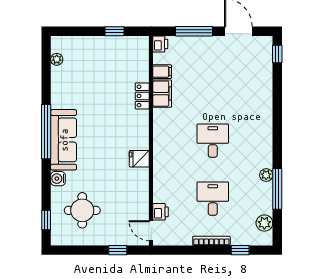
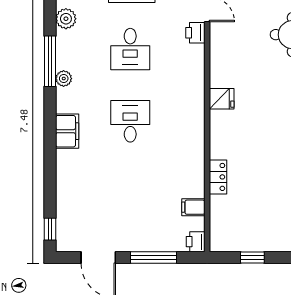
filing cabinet: (162, 94) -> (67, 131), moved, turned 180
desk: (213, 141) -> (130, 121), turned 180

